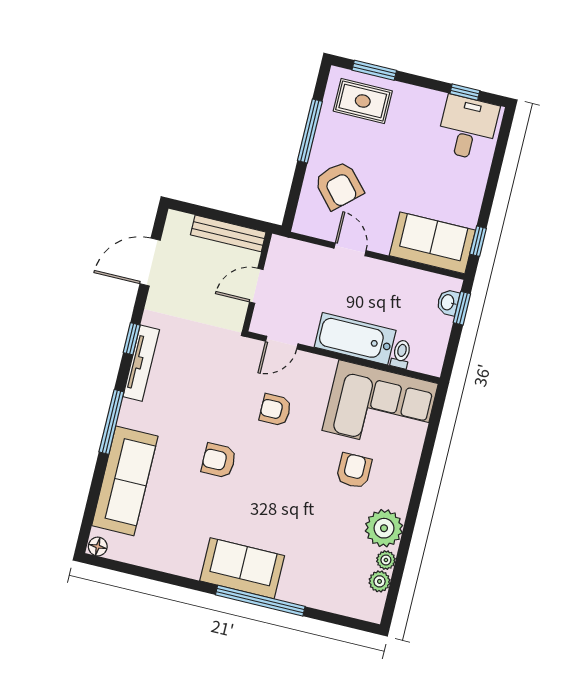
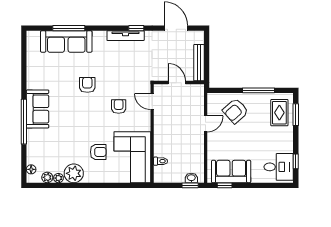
sofa: (432, 243) -> (231, 172), moved, turned -90
bathtub: (355, 339) -> (163, 137), removed
window: (111, 422) -> (69, 28), moved
floor lamp: (98, 547) -> (31, 169), moved

